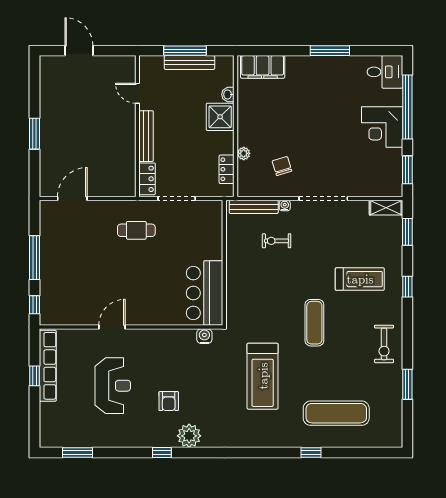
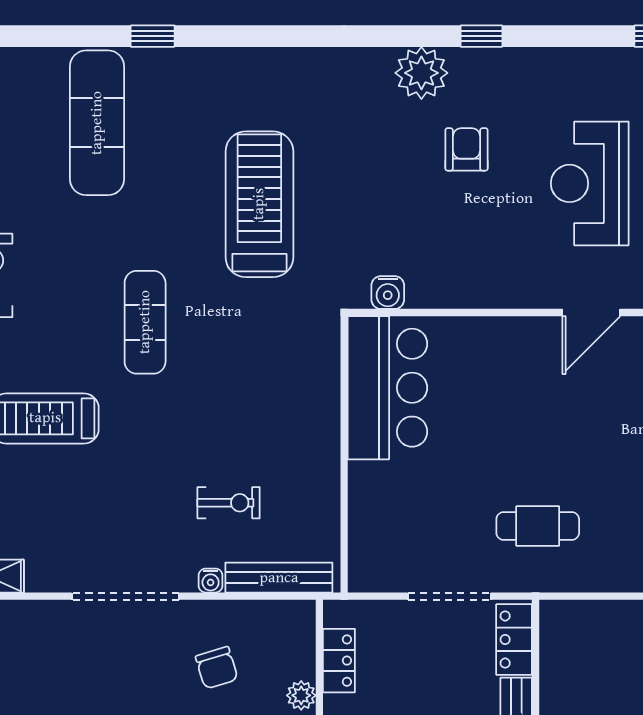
exercise mat: (336, 413) -> (97, 123), turned 90

